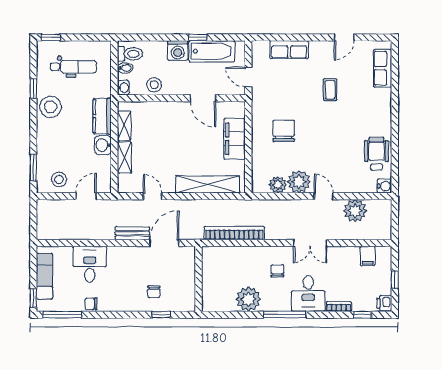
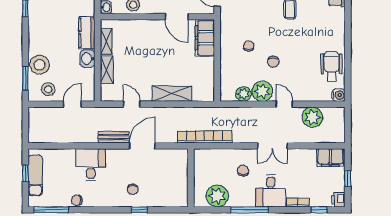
stool: (51, 107) -> (40, 65), moved
chair: (284, 131) -> (249, 46), width x0.54, depth x0.54
filing cabinet: (235, 139) -> (205, 38), moved
chair: (311, 149) -> (273, 62), added
shelving: (208, 184) -> (172, 94), width x0.68
filing cabinet: (368, 256) -> (330, 157), width x2.00
desk: (90, 264) -> (91, 165), moved
wall: (198, 279) -> (191, 178), moved
window: (33, 298) -> (25, 173), moved

